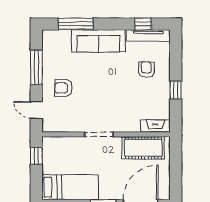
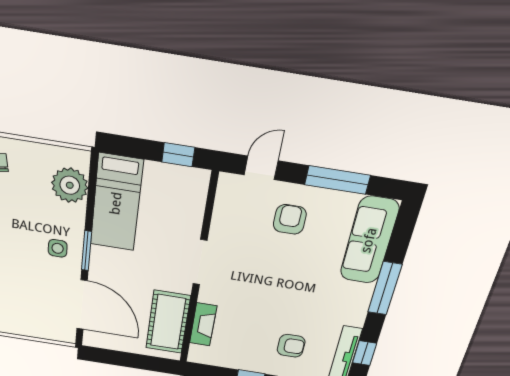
window: (76, 24) -> (385, 288), moved
sofa: (98, 41) -> (369, 240), moved
fireplace: (155, 126) -> (203, 324), moved

